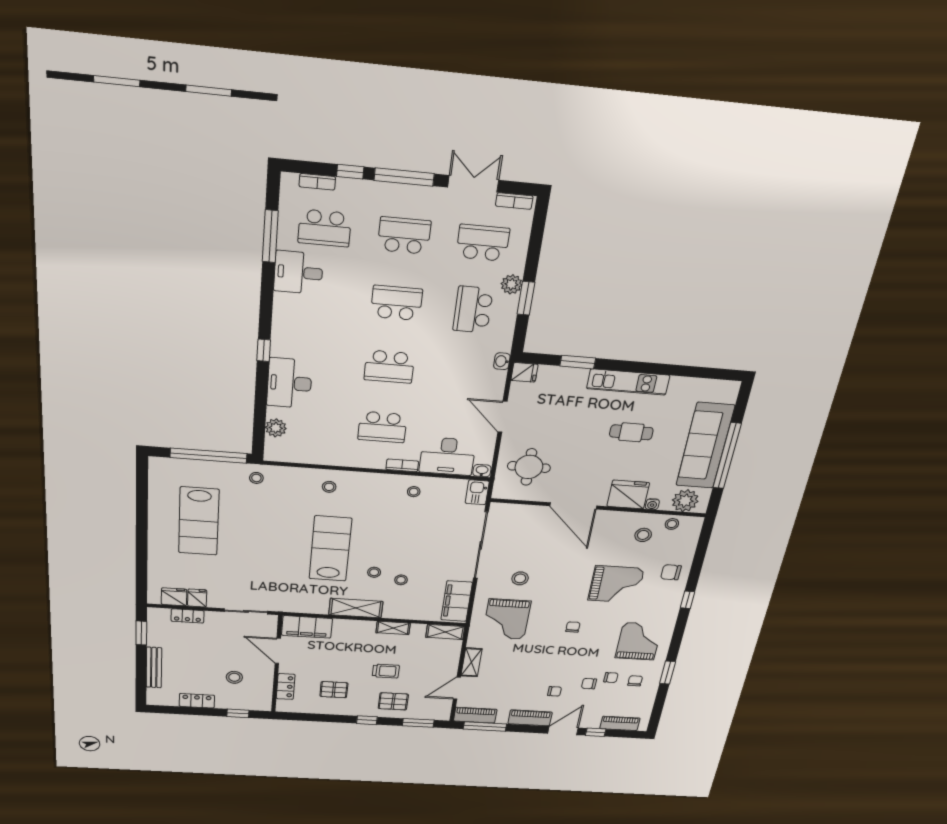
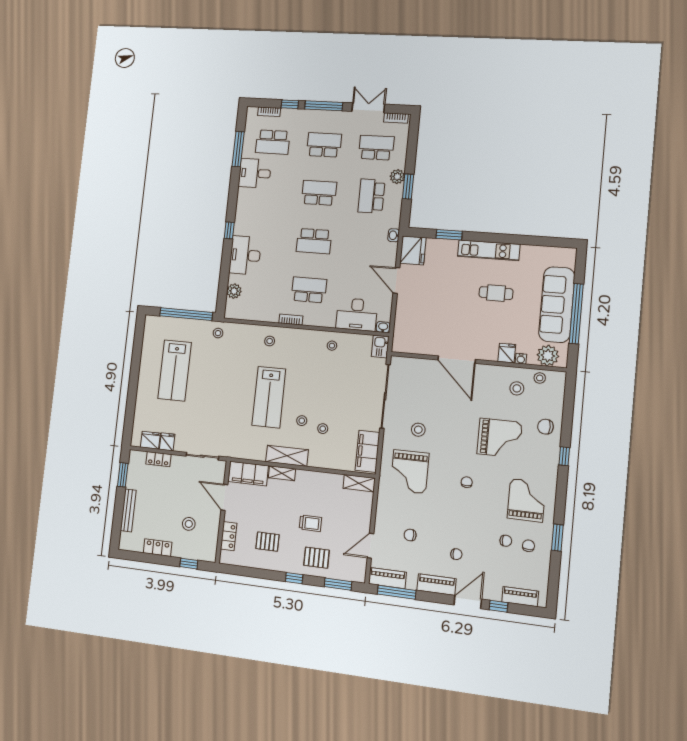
fridge: (524, 372) -> (413, 250), width x1.88, depth x1.34
school desk: (382, 427) -> (309, 290), turned 180
bookcase: (402, 465) -> (291, 320), moved
round table: (529, 467) -> (419, 324), removed
fridge: (628, 494) -> (507, 353), width x0.53, depth x0.75
lab bench: (330, 549) -> (269, 397), turned 180
shelving: (393, 628) -> (282, 473), moved
shelving: (471, 662) -> (382, 517), removed
chair: (589, 684) -> (410, 535), moved

